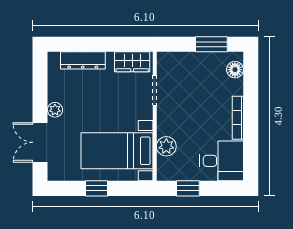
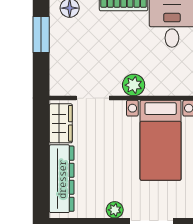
dresser: (83, 60) -> (62, 179), width x1.37, depth x1.24
plant: (166, 146) -> (134, 85), moved

